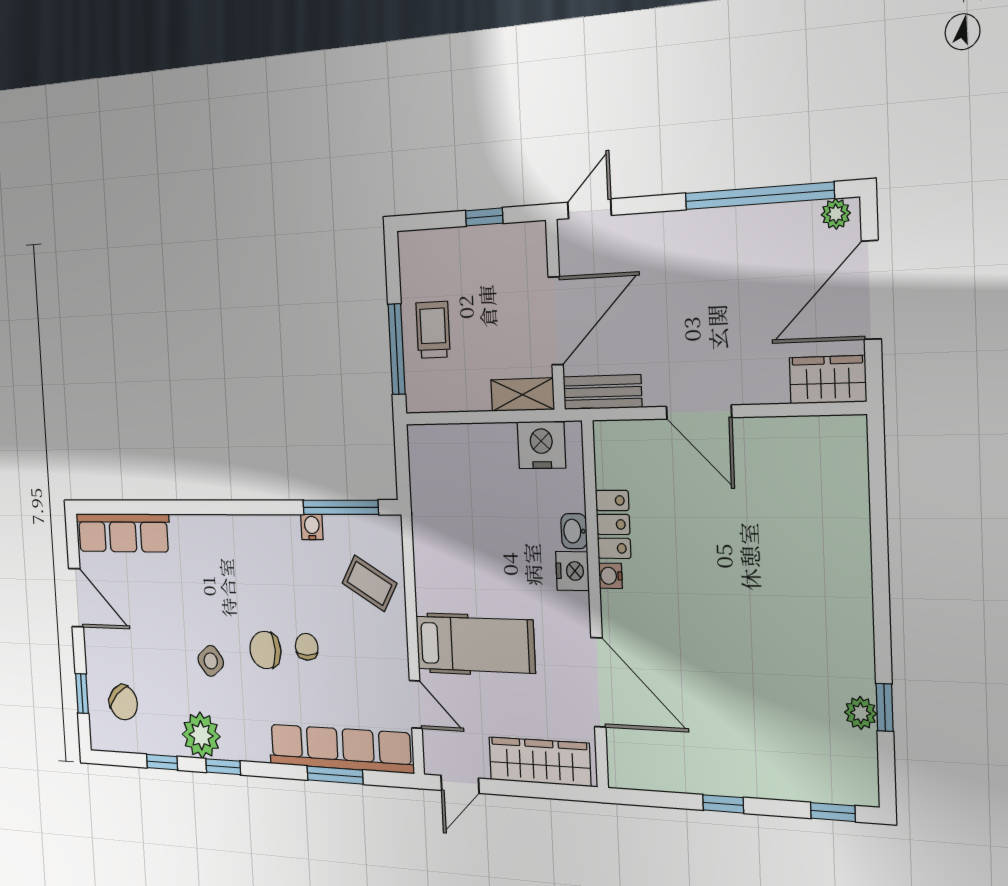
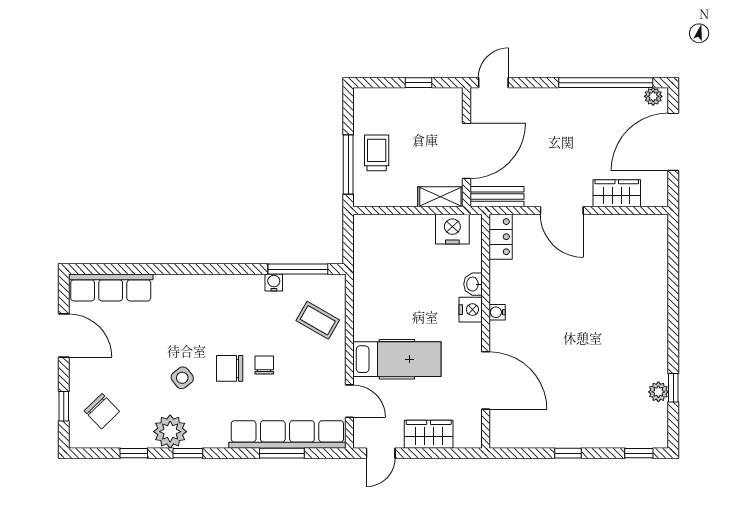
wardrobe: (828, 380) -> (617, 193), moved
locker: (613, 524) -> (501, 237), moved
wardrobe: (540, 762) -> (429, 434), width x0.67

